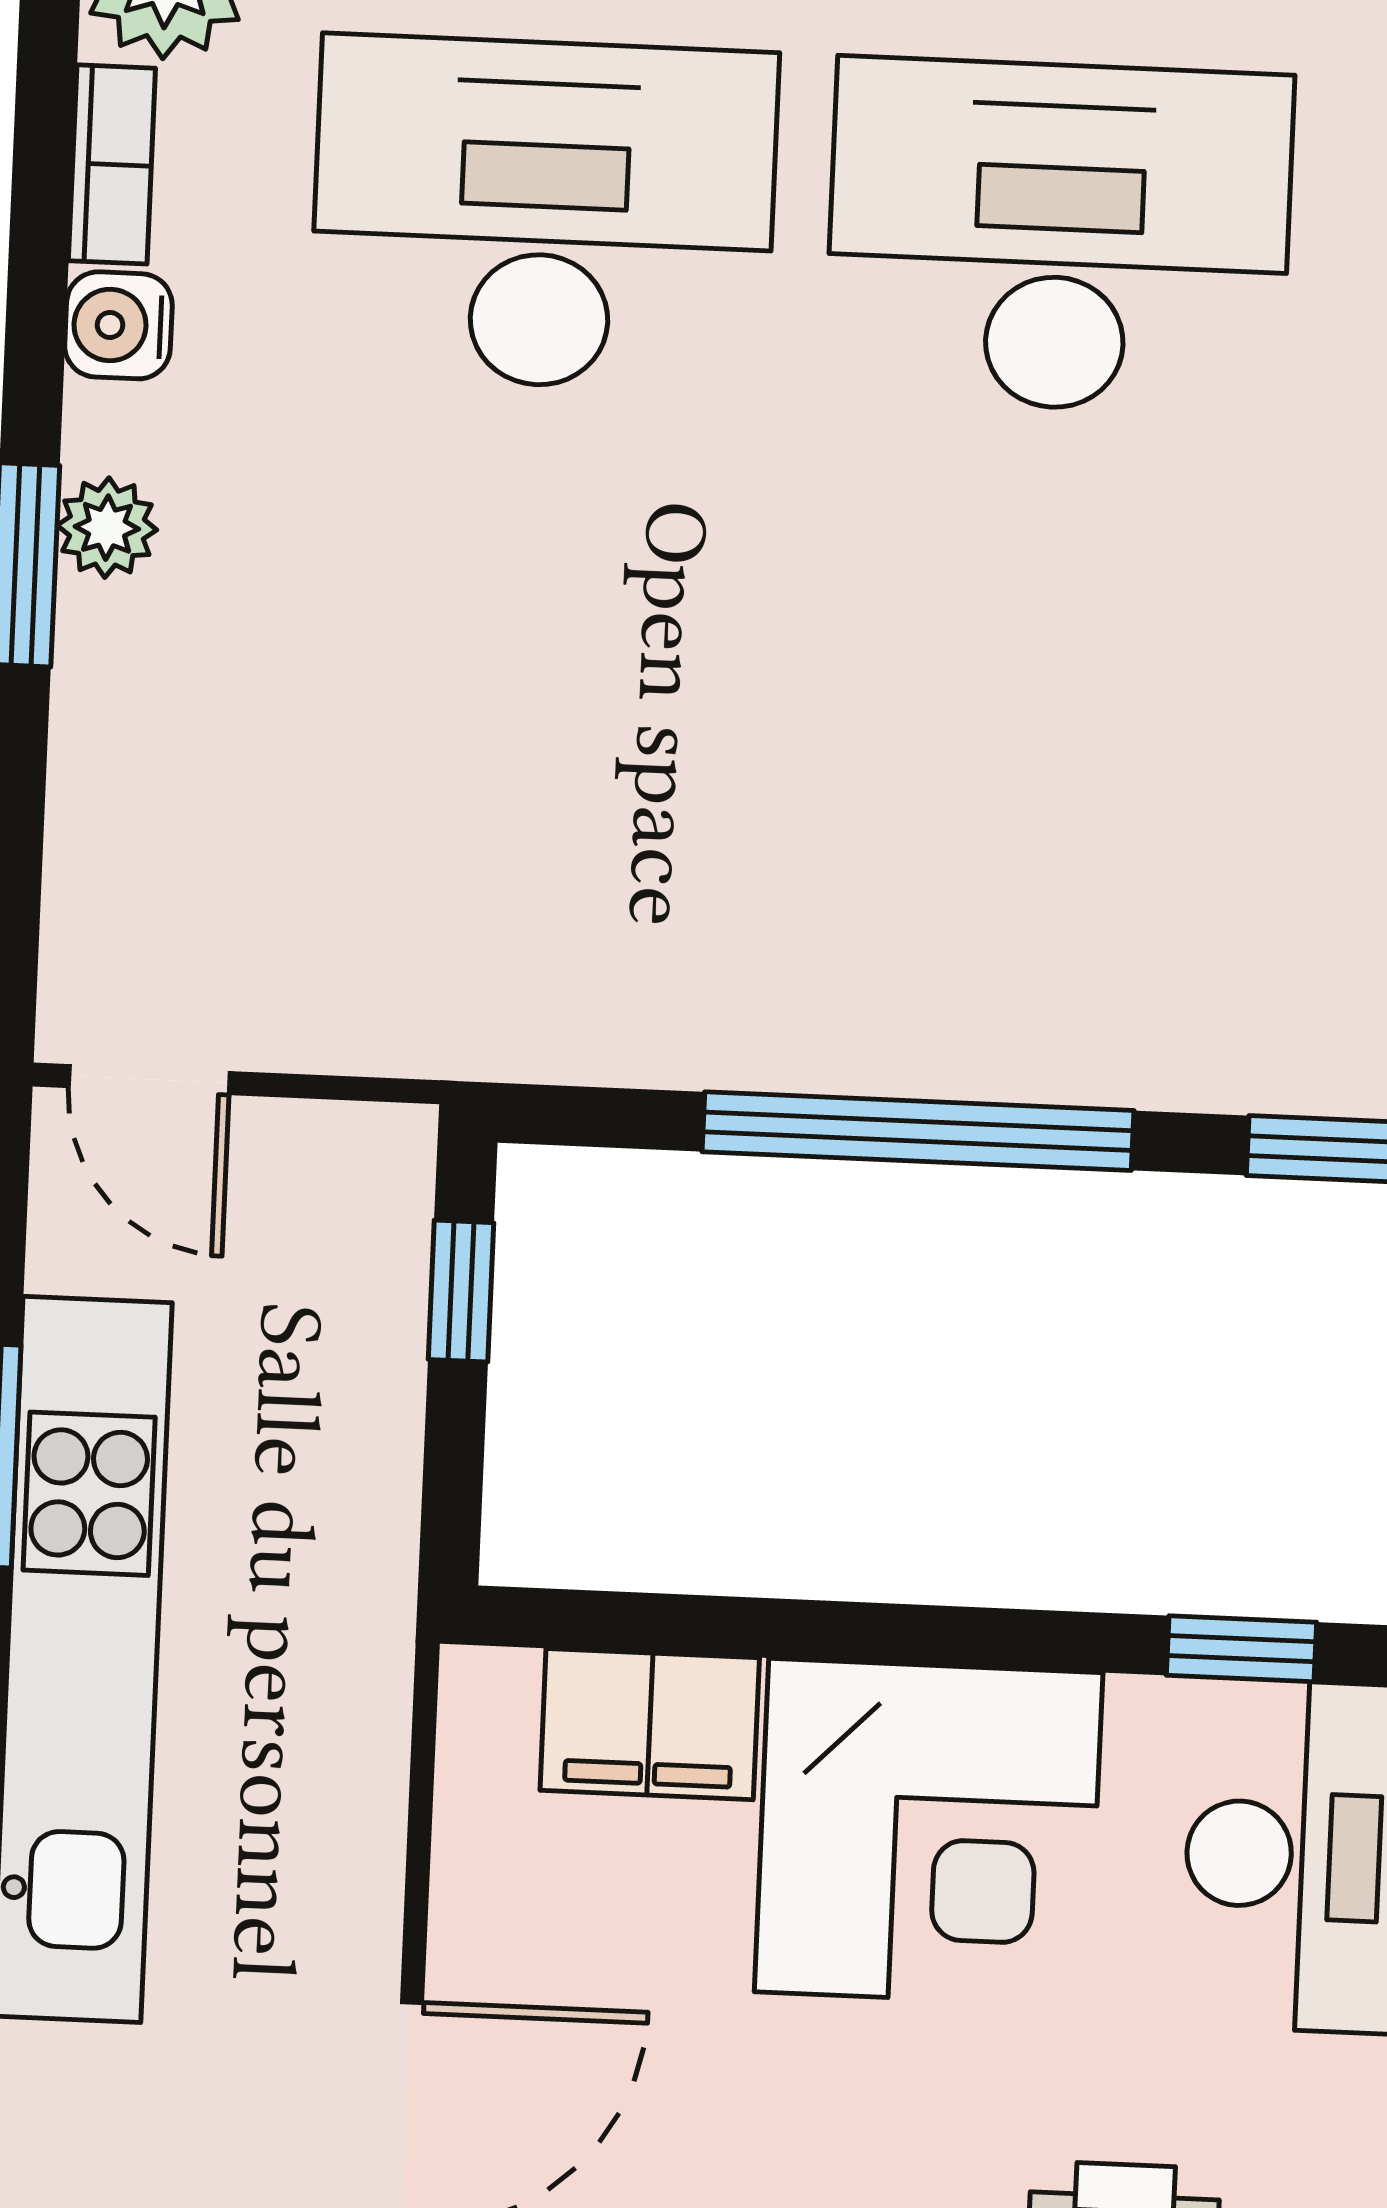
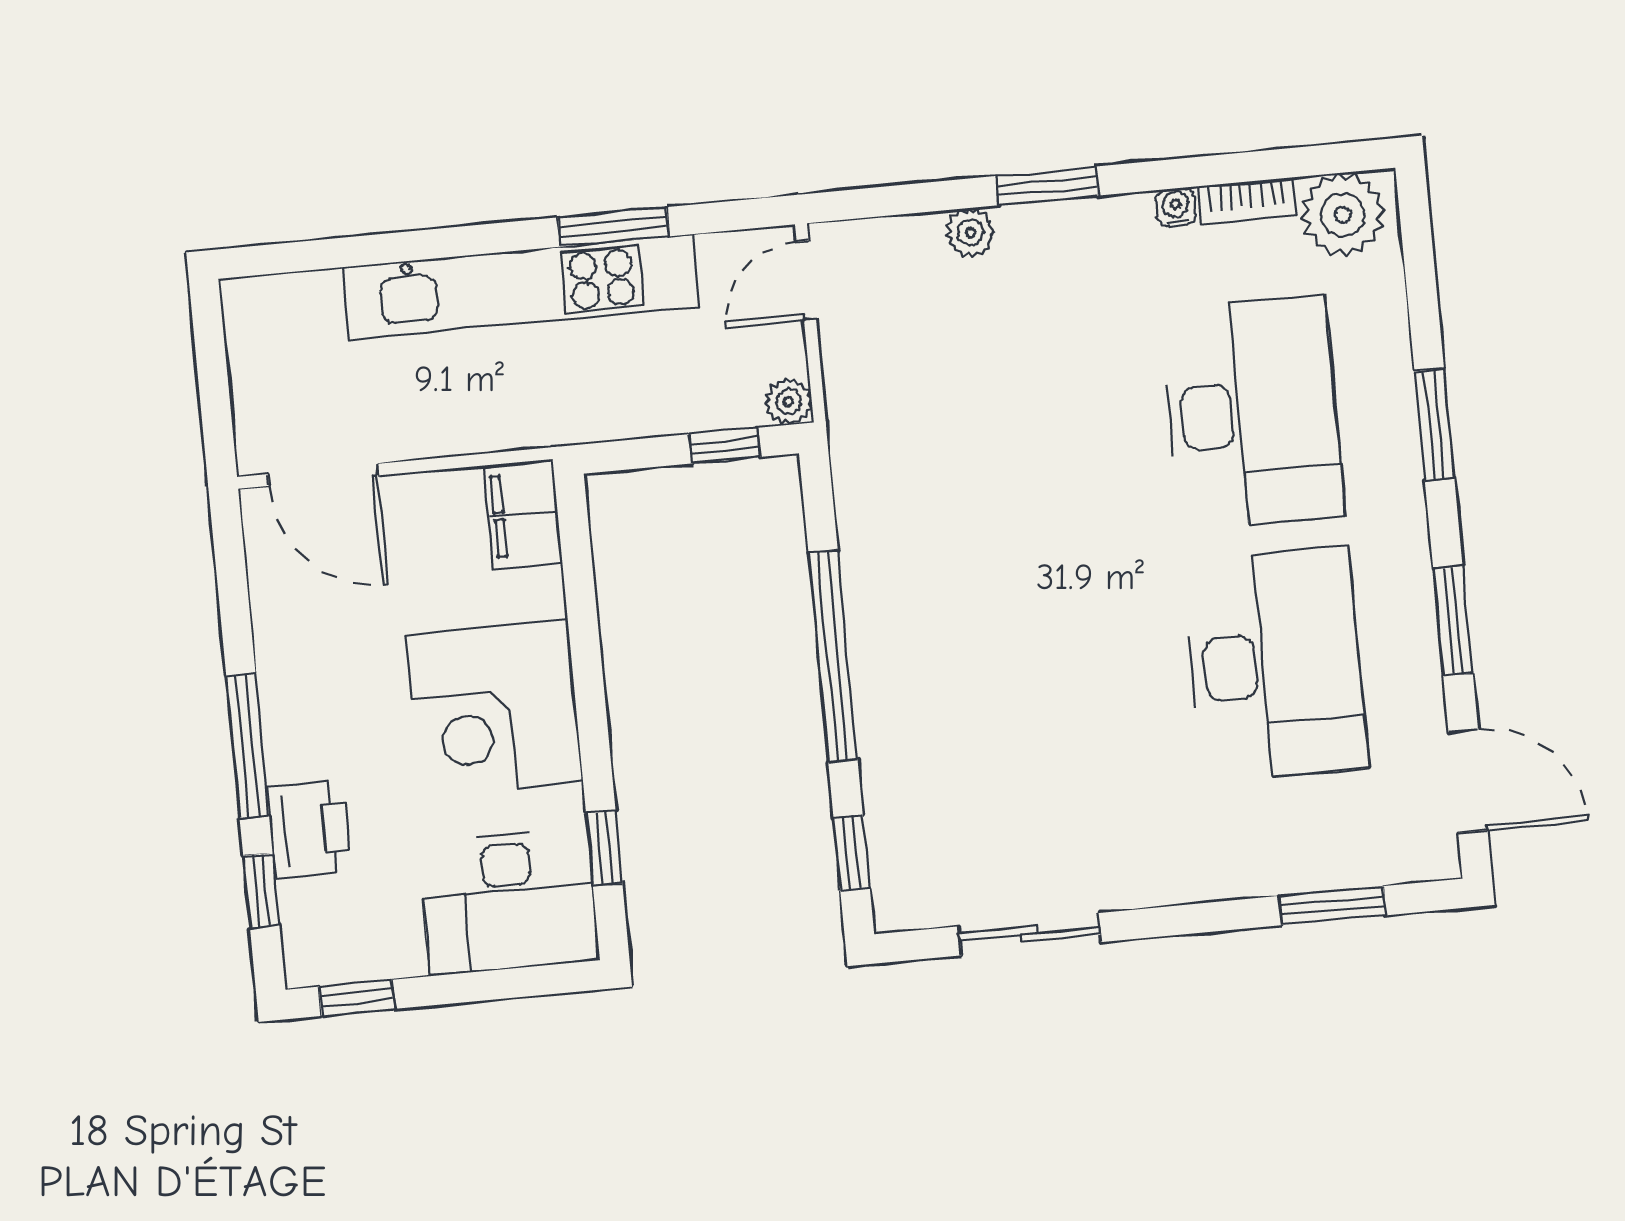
water cooler: (118, 325) -> (1176, 207), width x0.72, depth x0.72
plant: (107, 528) -> (970, 232), moved
plant: (389, 1150) -> (788, 401), added
filing cabinet: (650, 1724) -> (523, 514), moved

